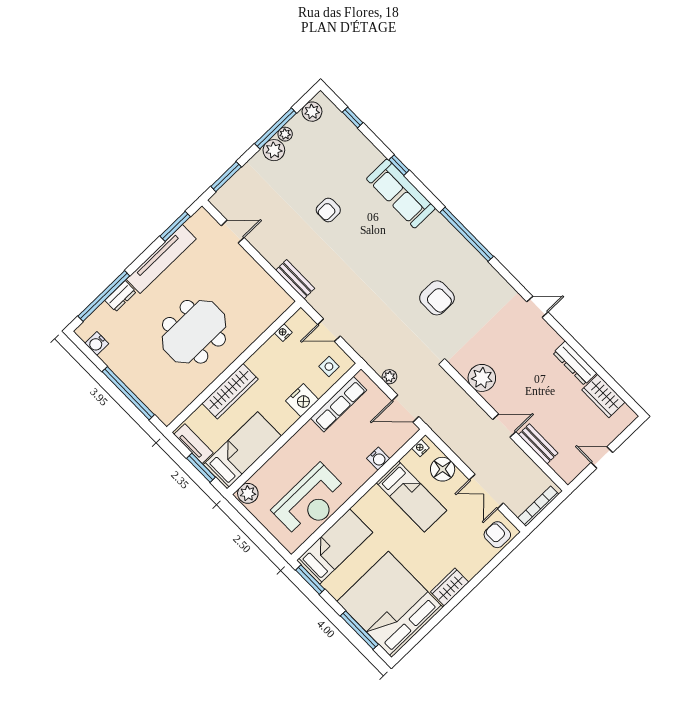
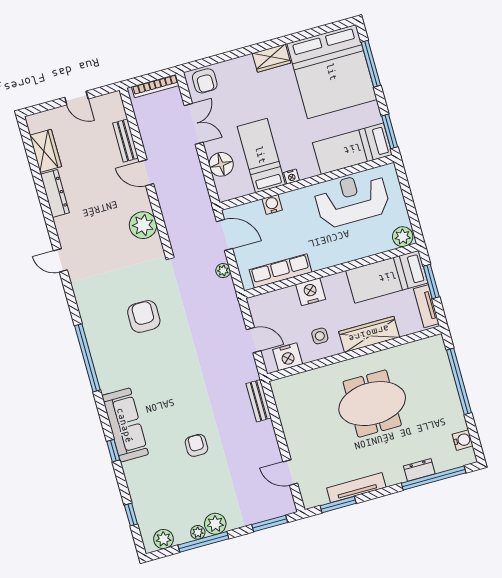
armchair: (328, 210) -> (196, 445), turned -90
tv unit: (161, 259) -> (356, 488), width x0.73, depth x0.78
nightstand: (283, 333) -> (288, 357), width x1.89, depth x1.79
side table: (329, 367) -> (320, 336), moved
nightstand: (420, 448) -> (292, 176), moved

